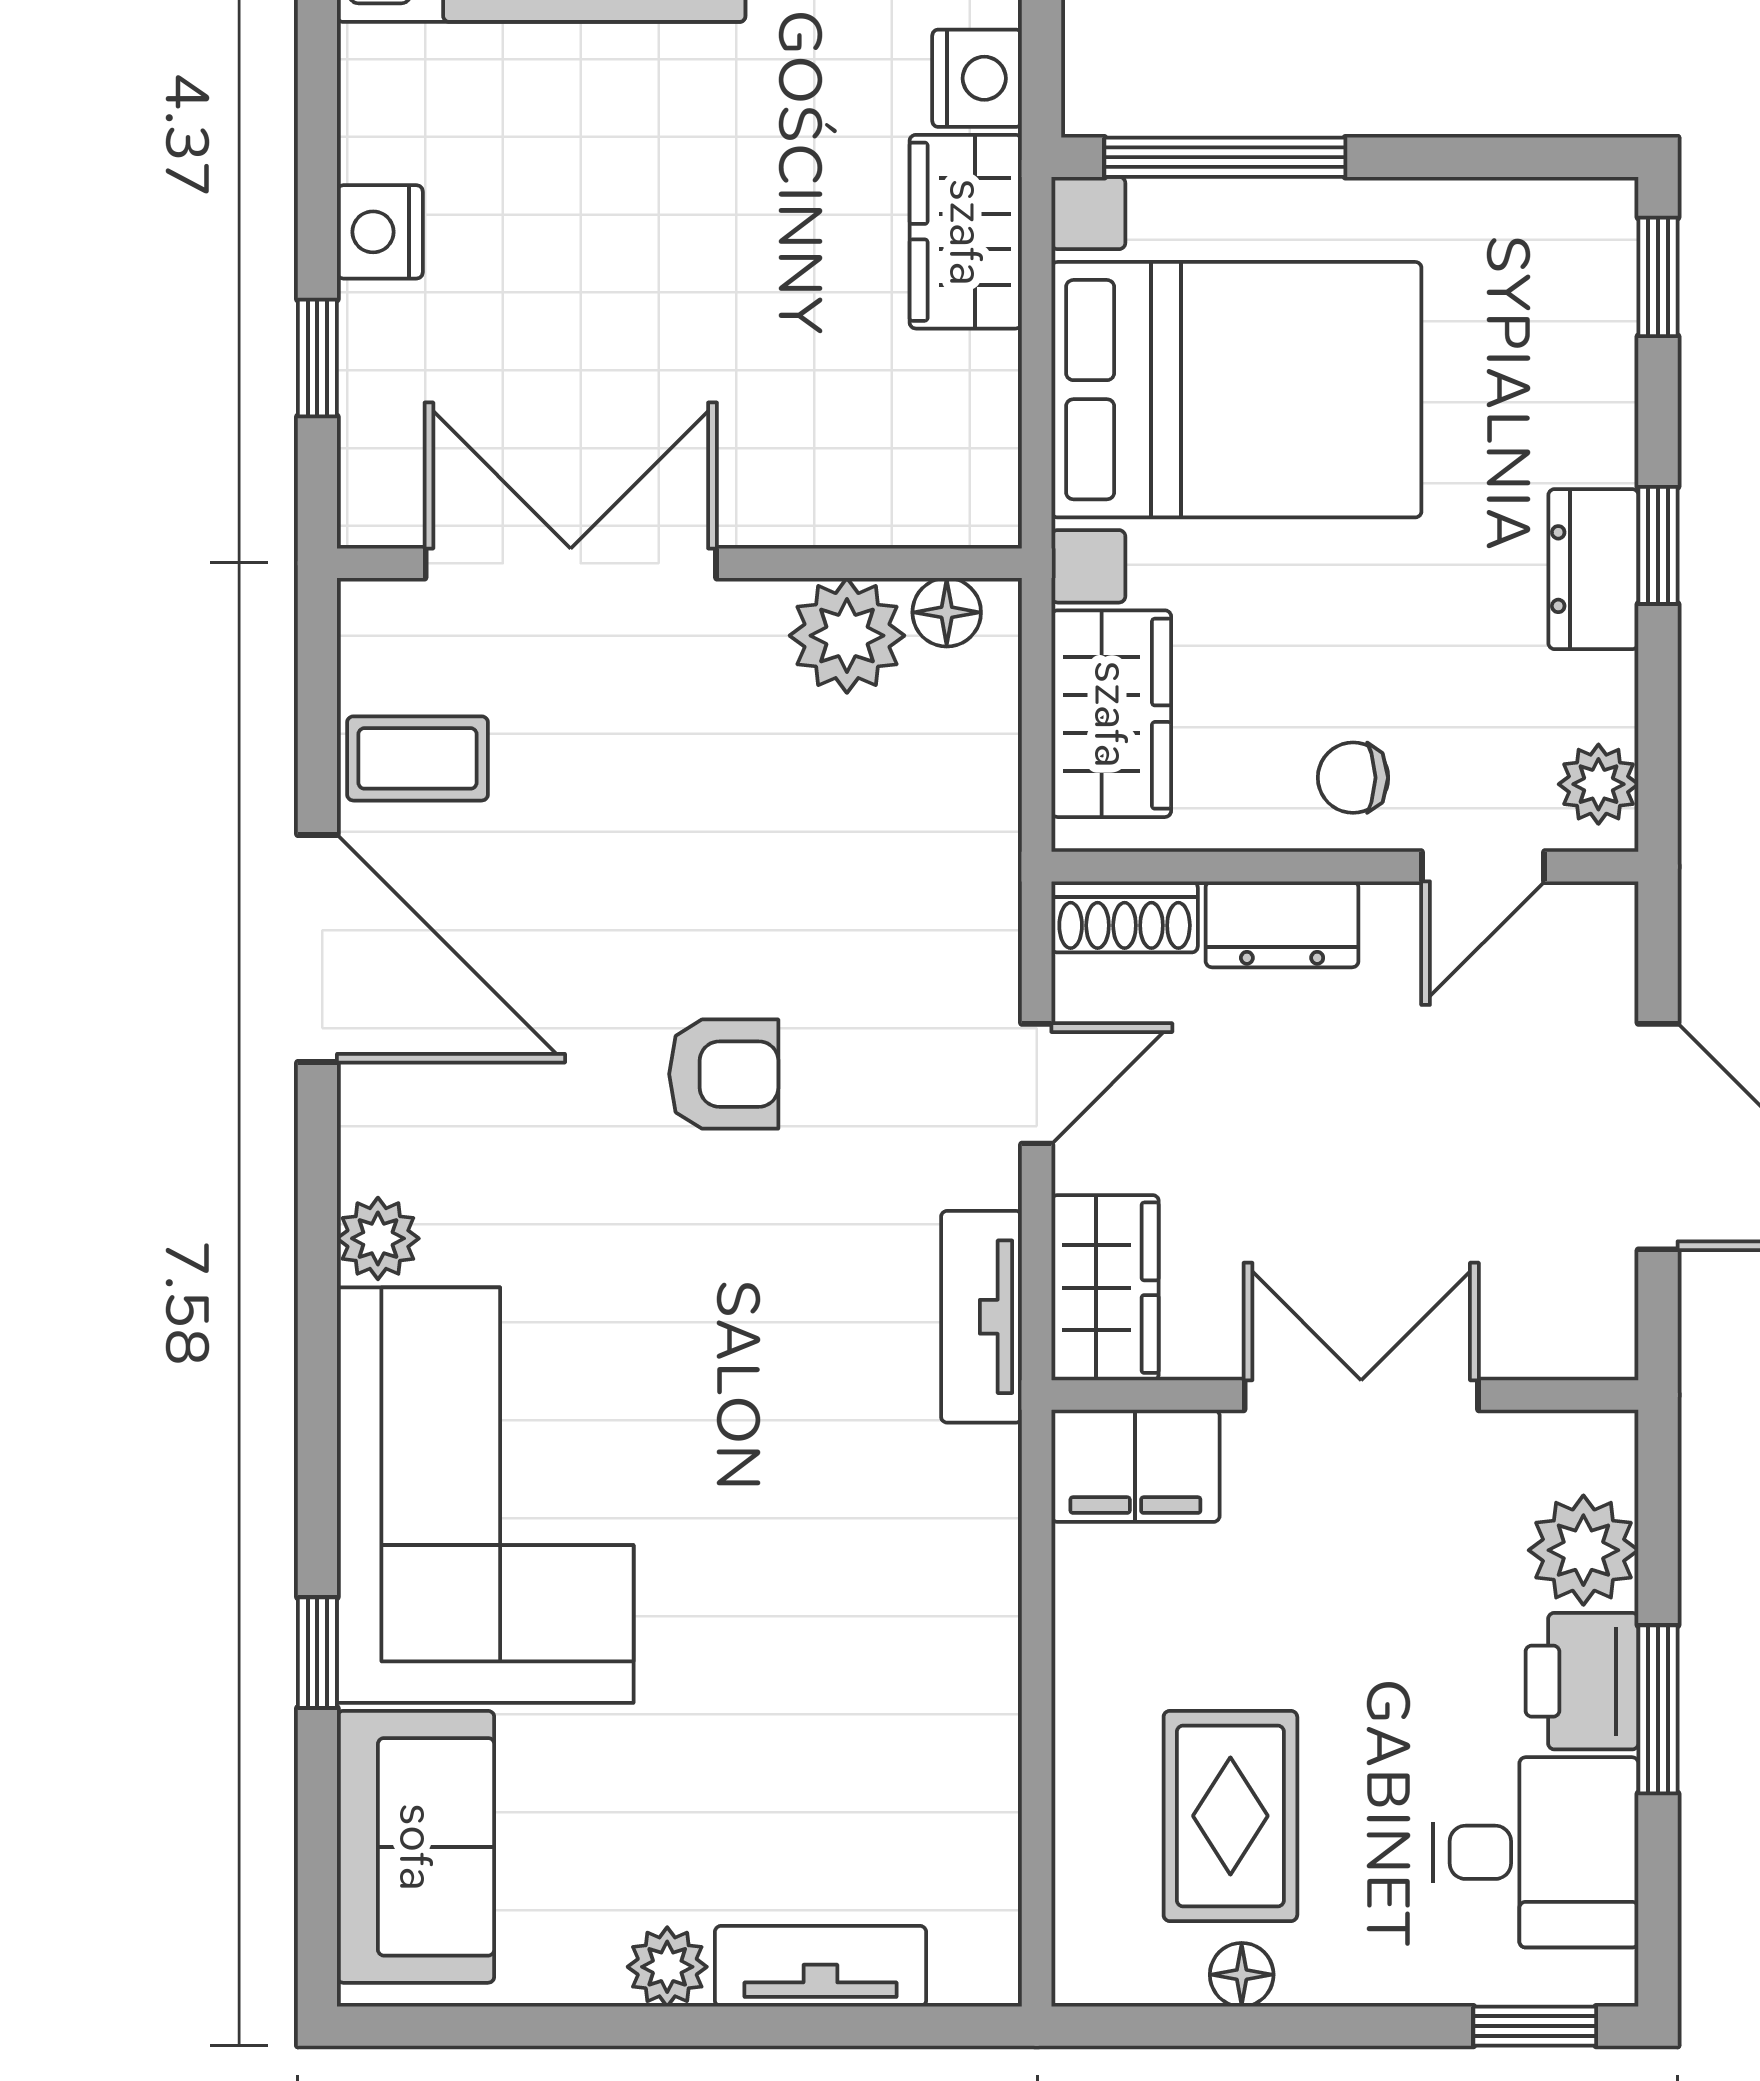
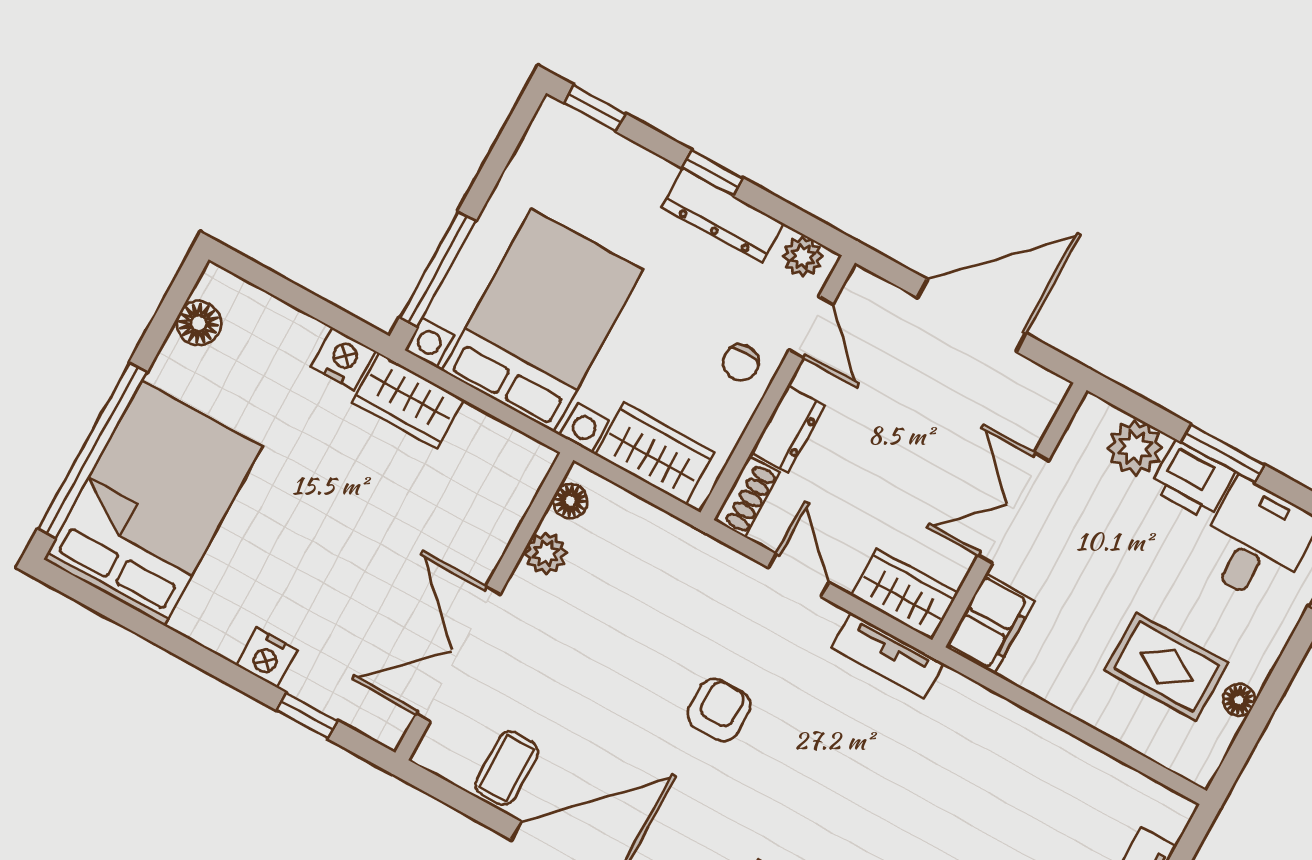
dresser: (1593, 569) -> (723, 215), width x1.44
plant: (847, 636) -> (546, 553), width x0.73, depth x0.73

